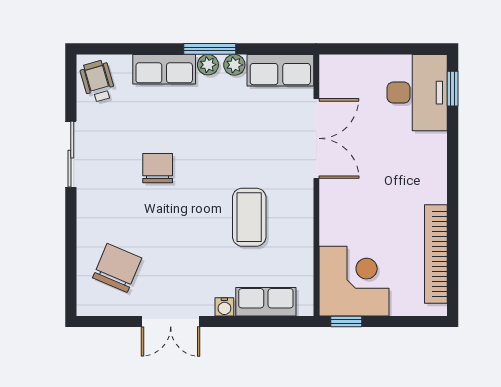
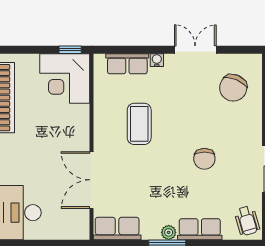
plant: (234, 65) -> (150, 232), removed

